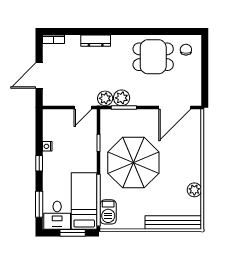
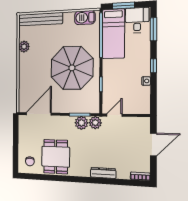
dining table: (153, 57) -> (56, 157), turned 90
barbecue: (108, 212) -> (85, 18), moved, turned -90

